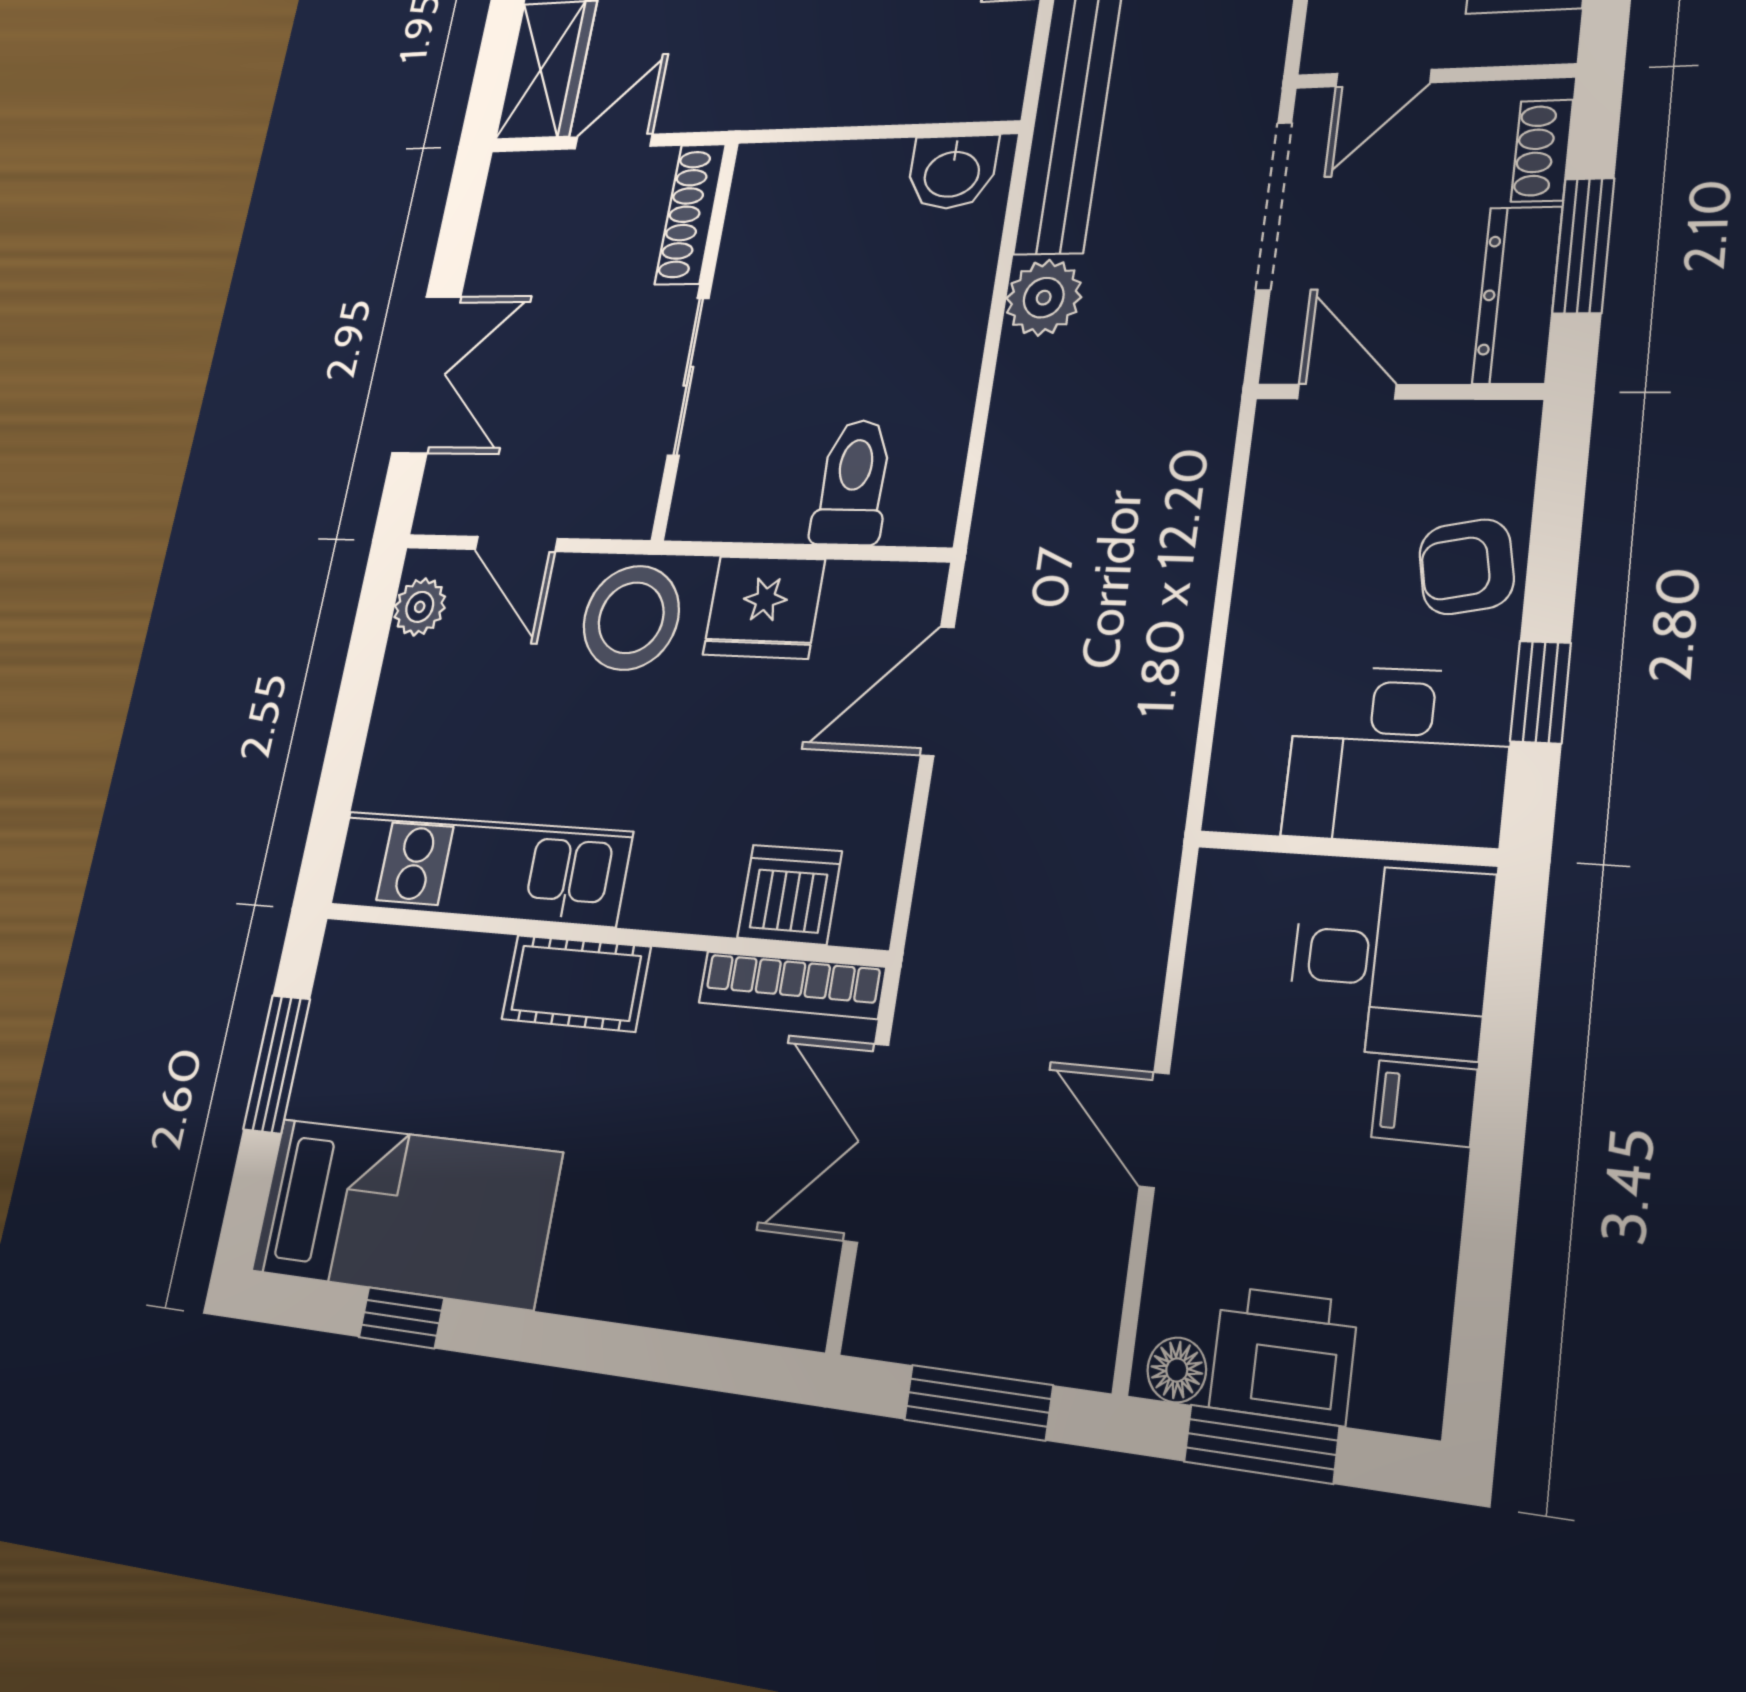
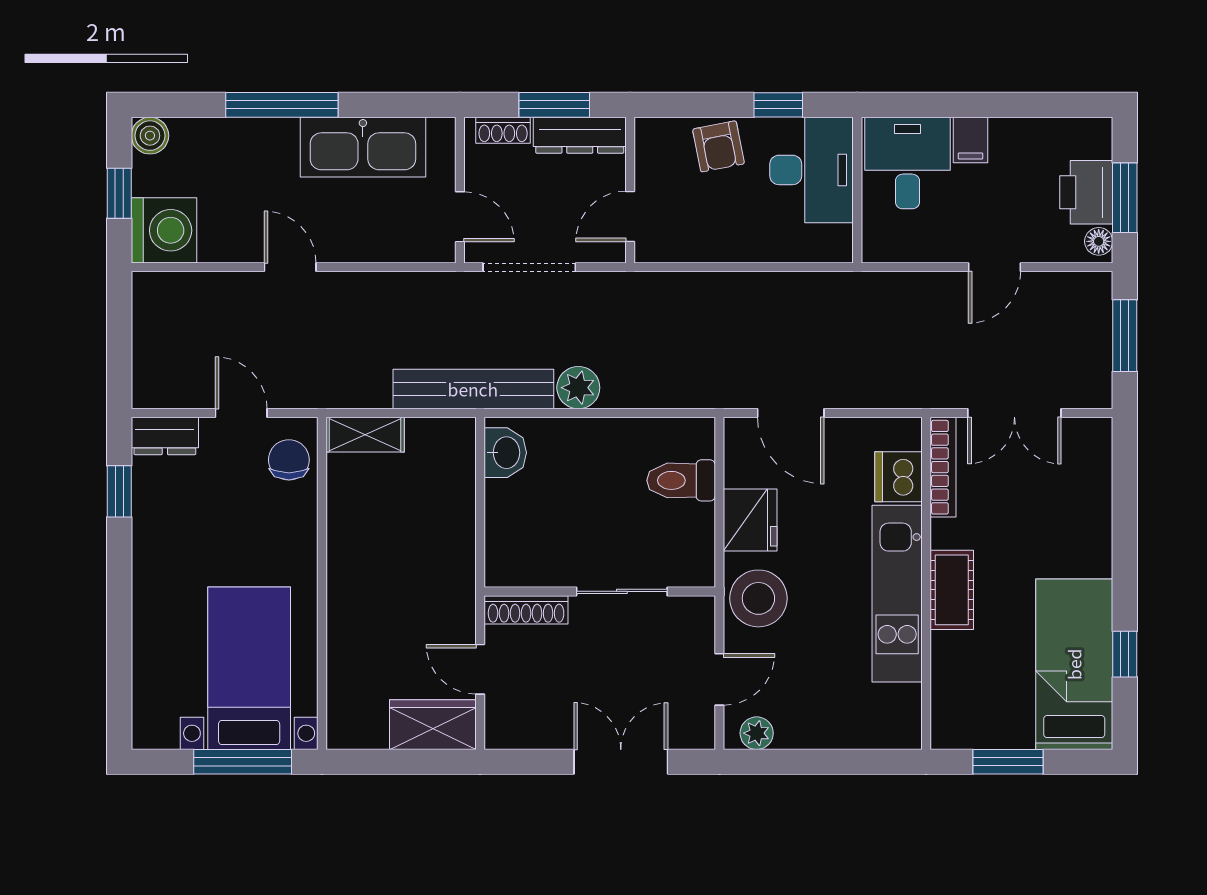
kitchen unit: (480, 868) -> (897, 594), moved

